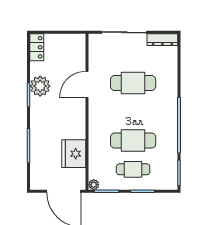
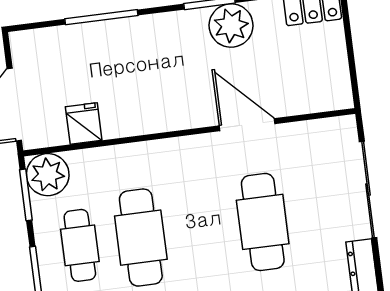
fridge: (74, 154) -> (84, 124), width x0.53, depth x0.75
plant: (94, 185) -> (48, 175), width x1.87, depth x1.87

